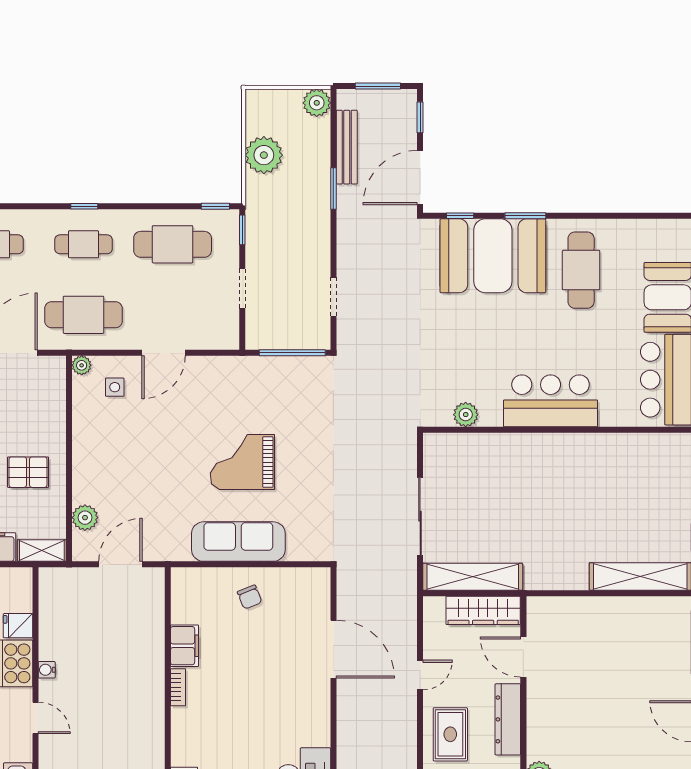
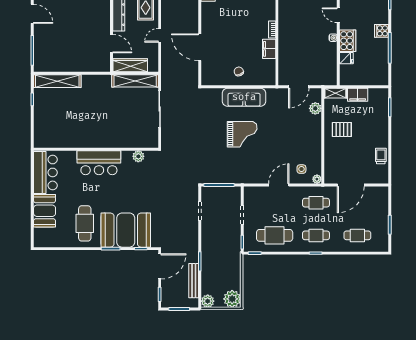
plant: (264, 155) -> (232, 299), moved
cafe table: (84, 315) -> (316, 203), width x0.73, depth x0.74

